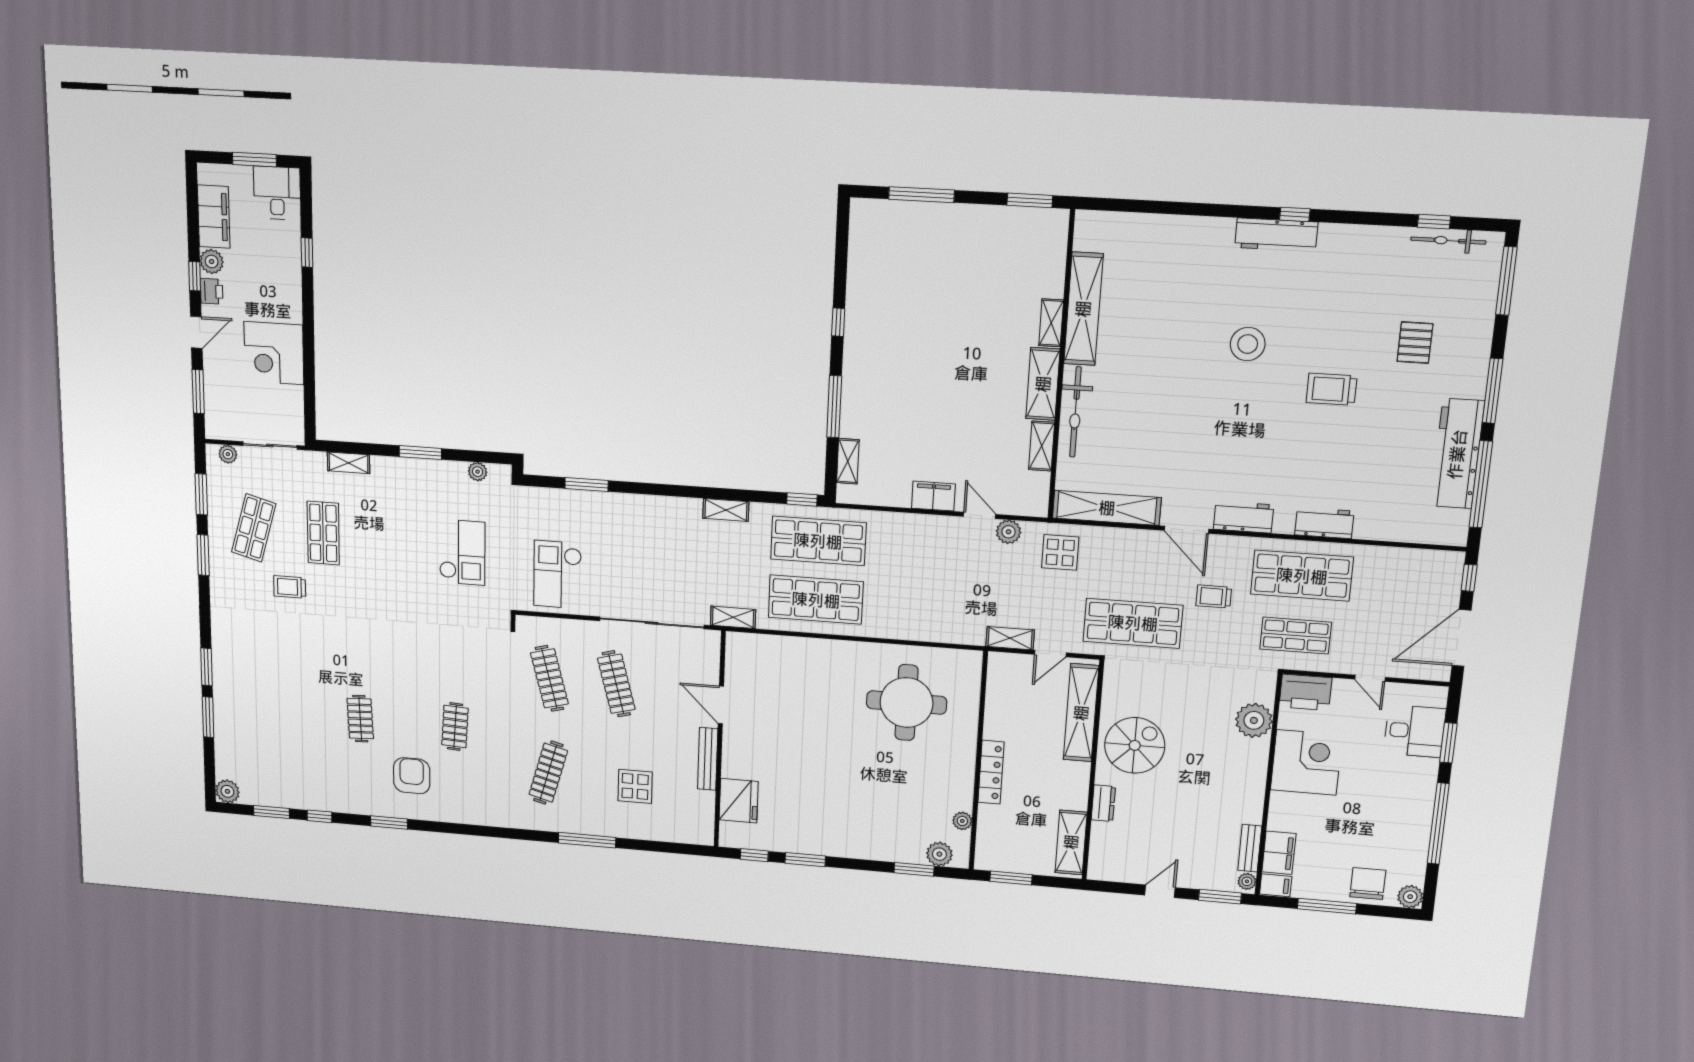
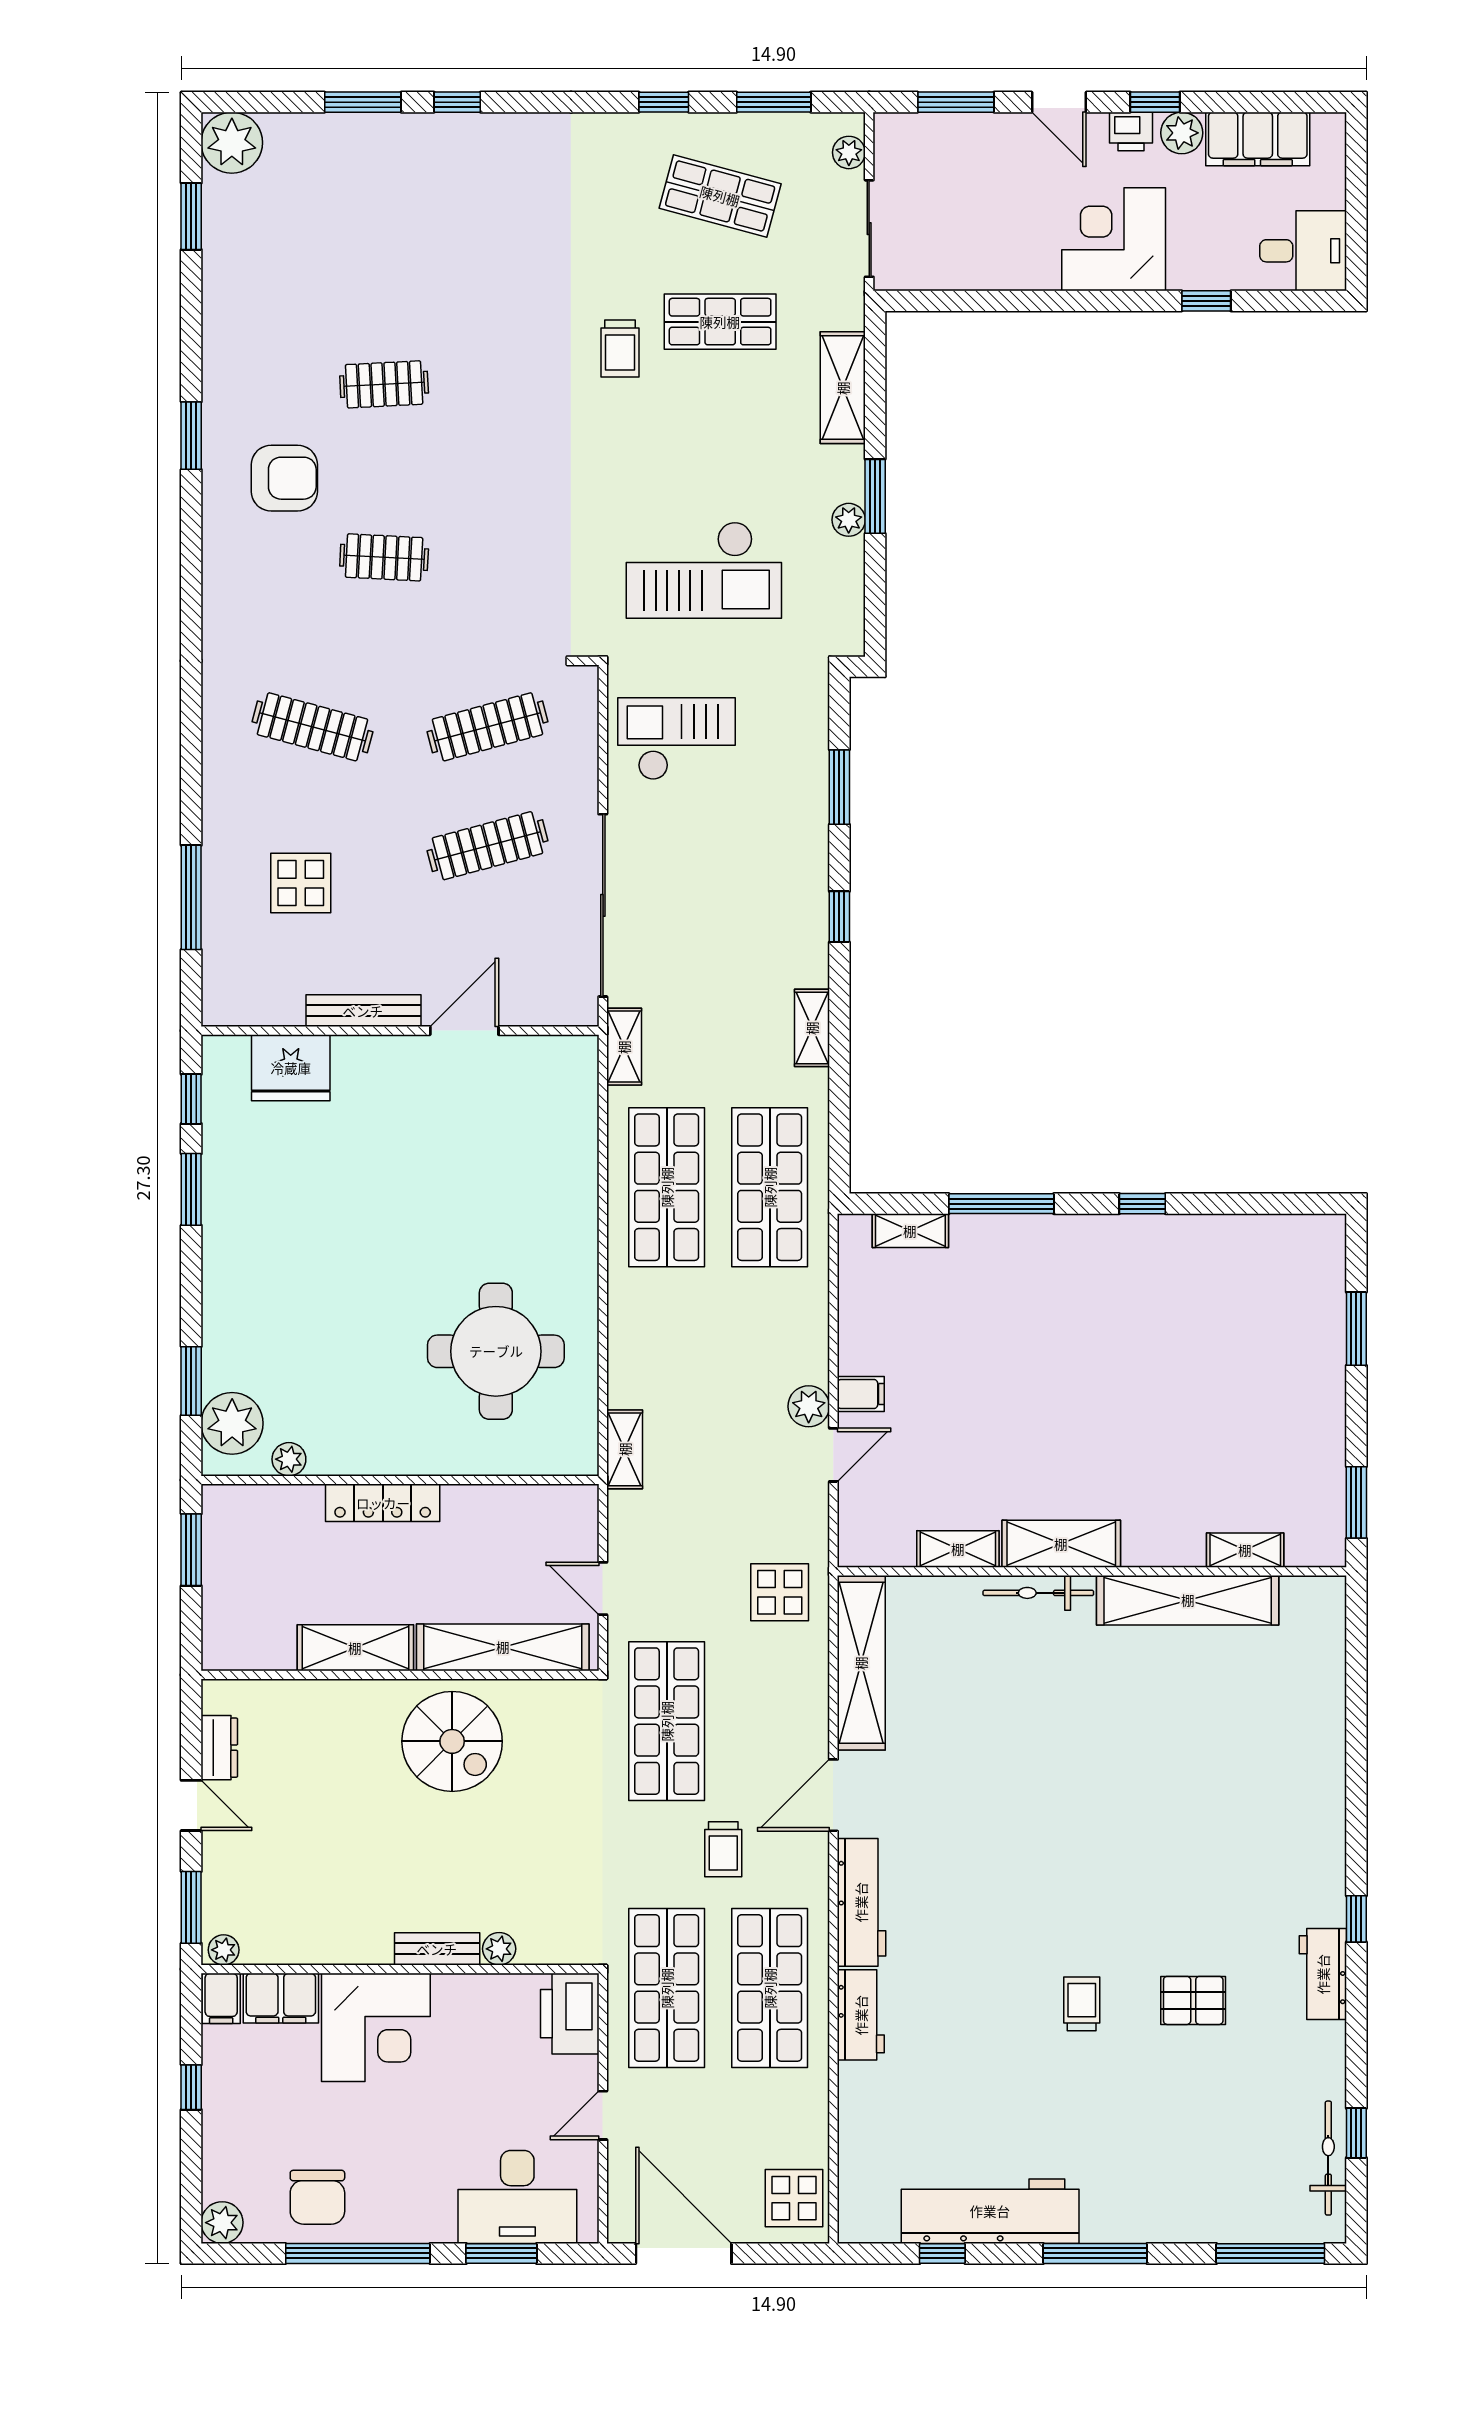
window: (254, 160) -> (1356, 213), removed
window: (922, 195) -> (1356, 1329), width x0.69
workbench: (1276, 235) -> (1323, 1974), moved, width x0.73
shelving: (1051, 323) -> (1245, 1550), moved
pallet: (1415, 343) -> (1193, 2000), moved
stool: (1248, 344) -> (1147, 1865), removed
corner desk: (274, 353) -> (1114, 239), moved
trolley: (1332, 389) -> (1082, 2004), width x0.73, depth x0.72
bicycle: (1075, 412) -> (1038, 1593), width x0.73, depth x0.71
shelving: (349, 463) -> (843, 388), width x1.50, depth x1.33
plant: (478, 472) -> (849, 520), moved
window: (1481, 484) -> (942, 2253), width x0.32
filing cabinet: (933, 496) -> (861, 1394), width x0.50
window: (802, 499) -> (839, 917), moved
workbench: (1243, 517) -> (861, 1902), width x1.38
plant: (1009, 532) -> (809, 1406), moved
checkout: (462, 552) -> (704, 570), width x1.36, depth x1.21
window: (203, 555) -> (664, 102), width x0.67
display table: (1435, 571) -> (794, 2198), added
window: (1469, 578) -> (786, 2253), removed
trolley: (290, 587) -> (620, 349), moved, turned 180
trolley: (1214, 596) -> (723, 1849), turned 180
shop shelf: (1296, 636) -> (667, 1988), width x1.43, depth x1.36
shelving: (1010, 638) -> (625, 1449), moved
window: (207, 667) -> (457, 102), width x0.67
plant: (1254, 720) -> (499, 1949), width x0.53, depth x0.53
desk: (1415, 731) -> (517, 2197), width x1.37
corner desk: (1306, 762) -> (376, 2027), moved
plant: (227, 791) -> (232, 143), width x1.36, depth x1.36
dresser: (1103, 803) -> (219, 1748), moved, turned -90
window: (320, 816) -> (191, 306), removed
window: (587, 840) -> (191, 897), moved
shelving: (1071, 842) -> (355, 1648), moved
bench: (1250, 848) -> (437, 1949), moved
plant: (939, 854) -> (232, 1423), width x1.36, depth x1.36
chair: (1368, 884) -> (317, 2197), moved, turned 90
window: (1327, 906) -> (191, 2087), width x0.46

